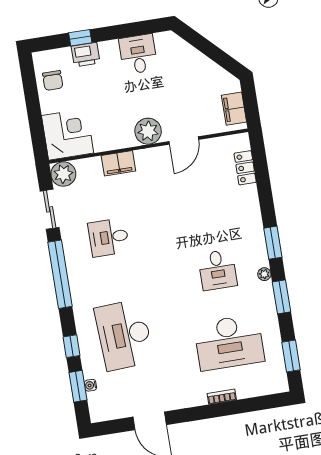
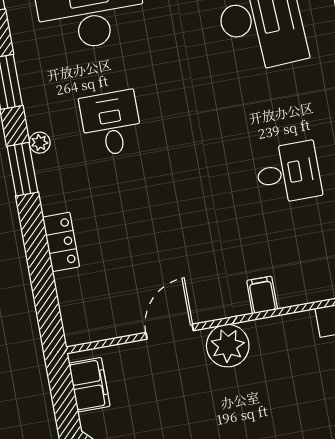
filing cabinet: (118, 163) -> (262, 295), width x0.50
locker: (245, 168) -> (61, 242), moved
plant: (264, 274) -> (40, 143), moved

